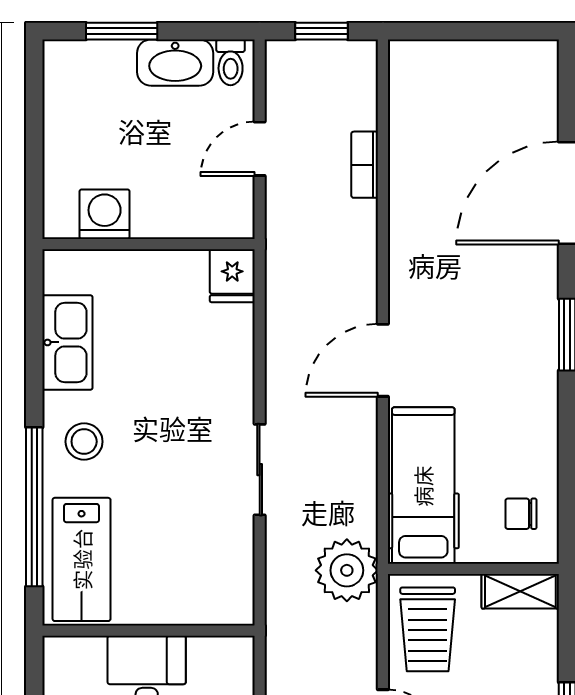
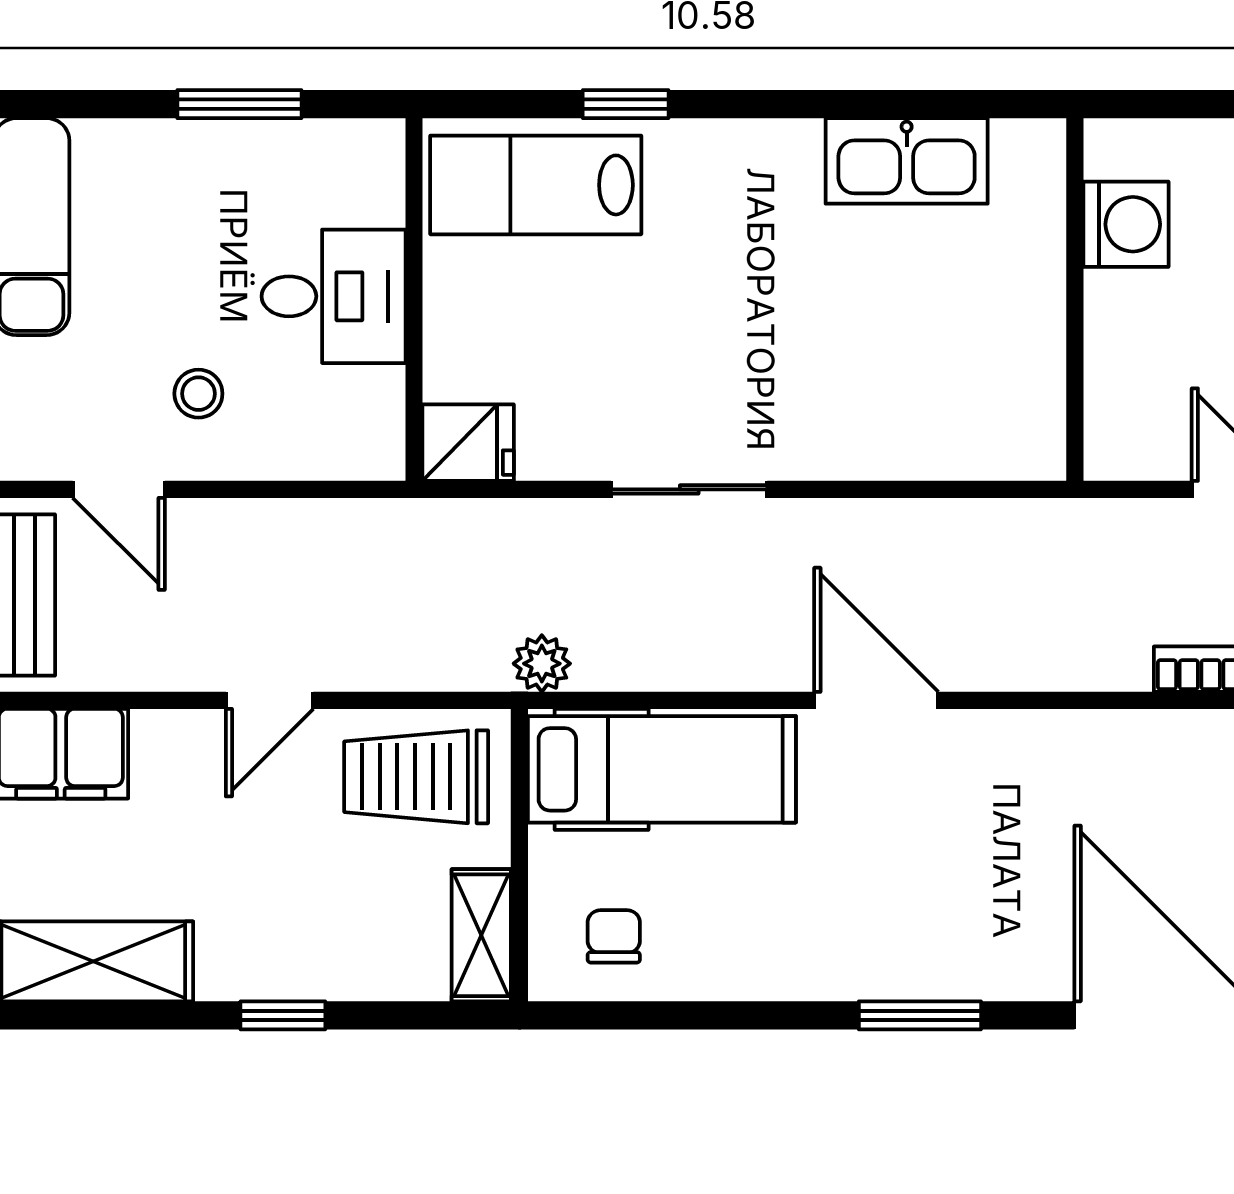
fridge: (232, 276) -> (468, 443), moved, turned 180
stool: (84, 442) -> (737, 189), removed
window: (34, 507) -> (626, 104), width x0.32
plant: (347, 570) -> (542, 664), width x0.53, depth x0.53

